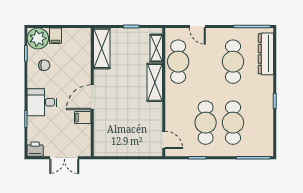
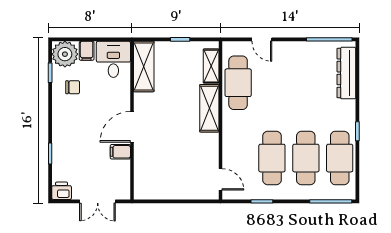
cafe table: (233, 62) -> (340, 158), moved
desk: (42, 102) -> (113, 59), moved, turned 90

